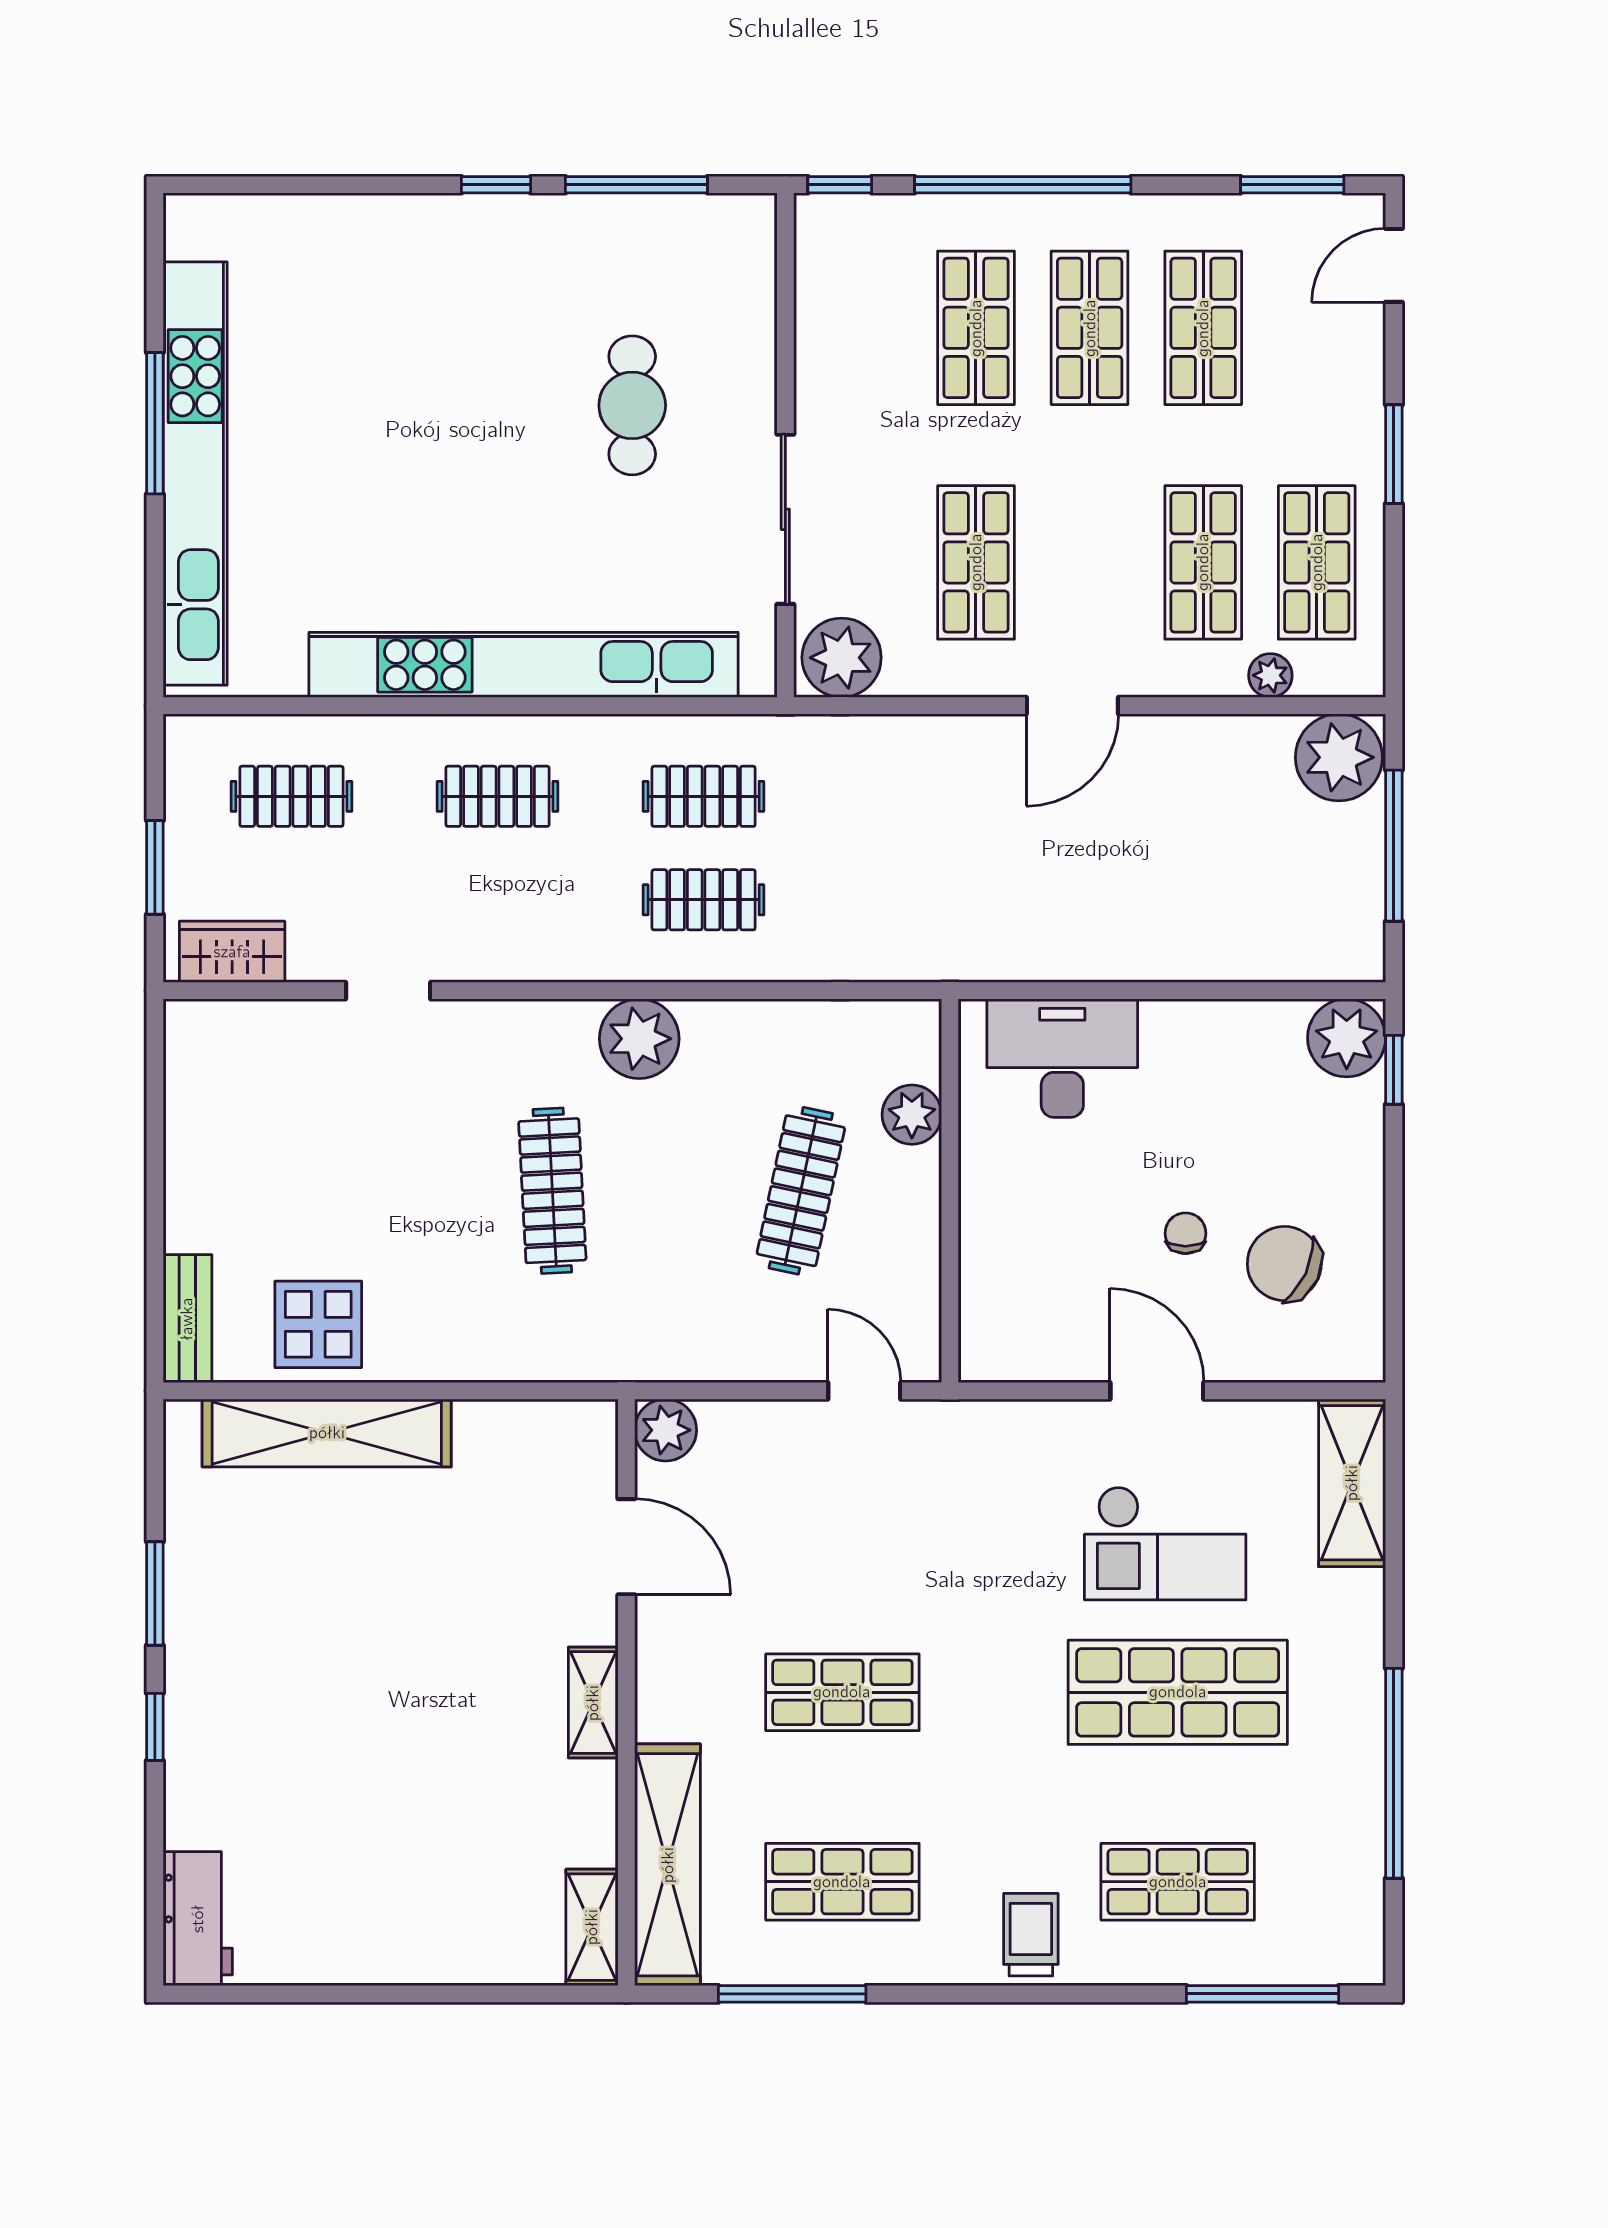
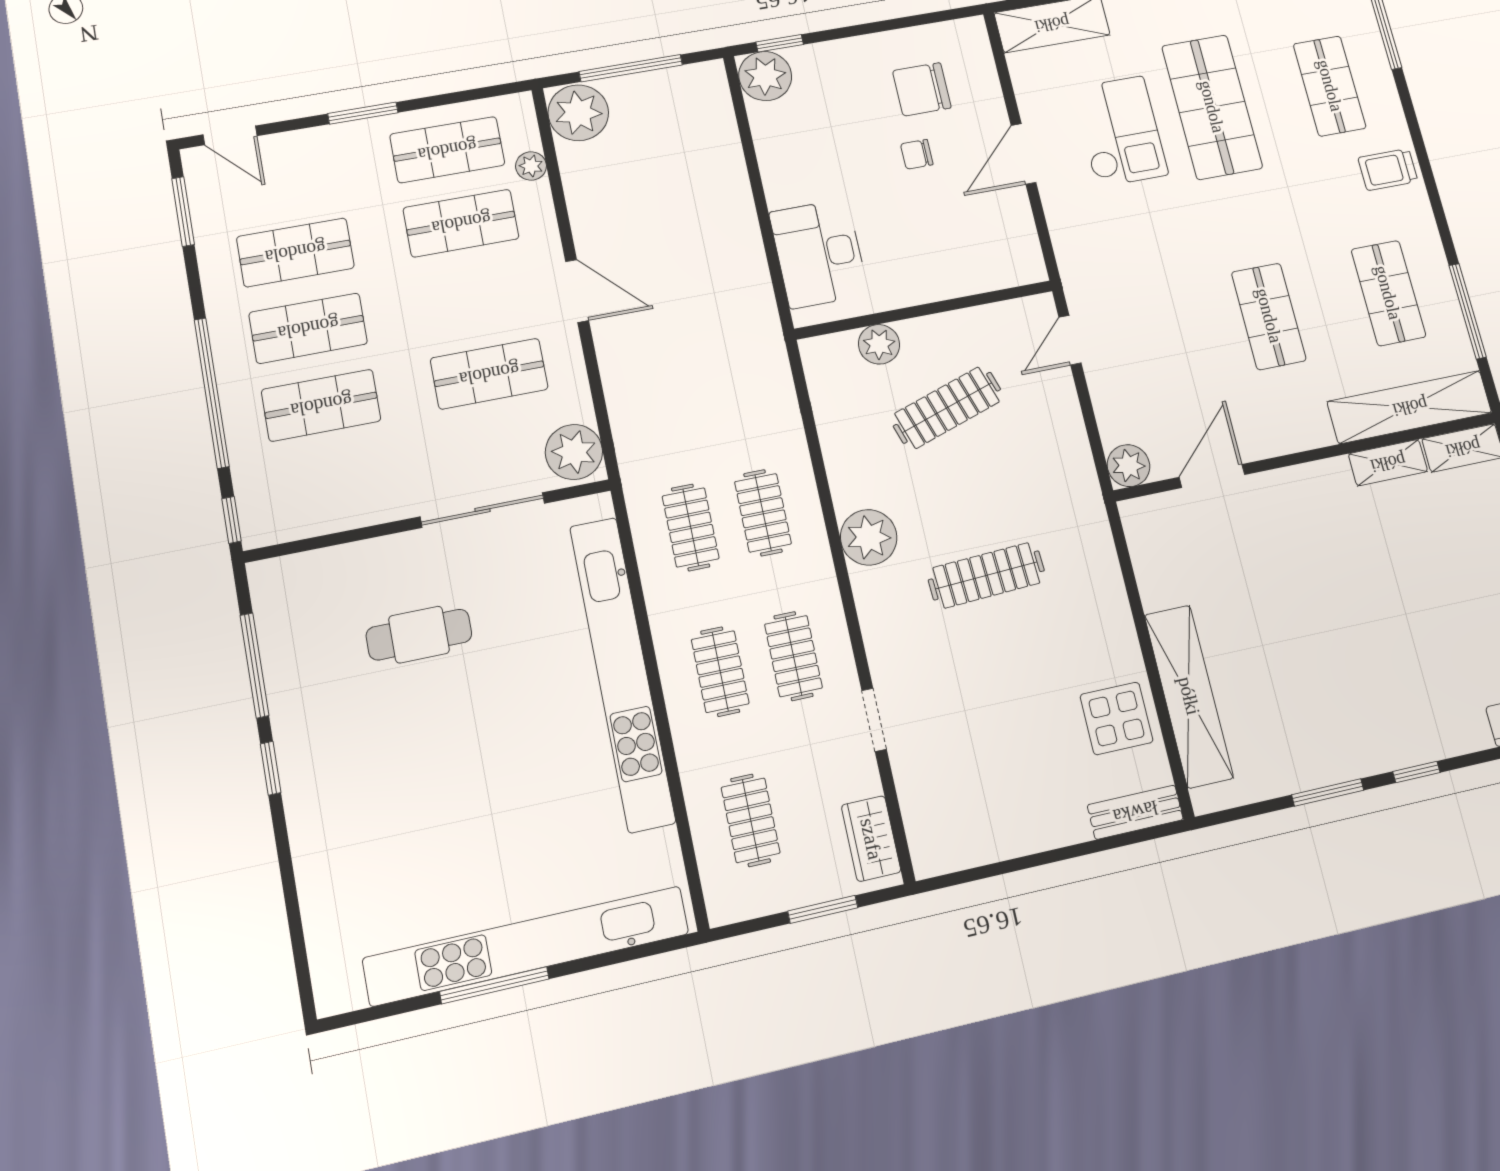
clothes rail: (498, 900) -> (793, 656), added
clothes rail: (801, 1191) -> (947, 408), turned -30
chair: (1284, 1264) -> (922, 89), turned 65
shelving: (593, 1703) -> (1388, 463), moved

